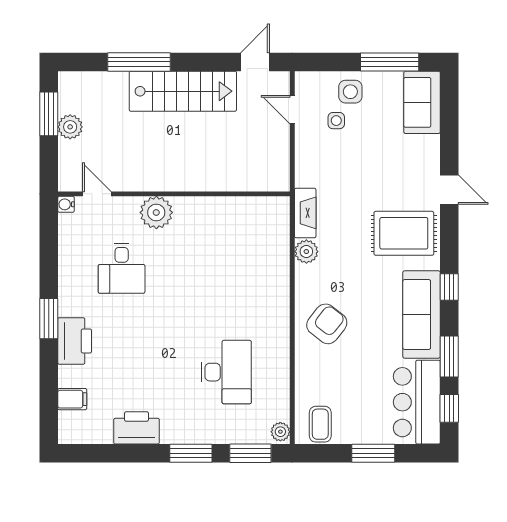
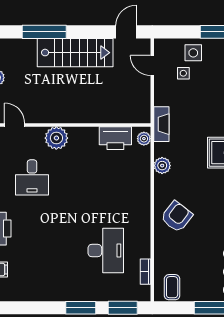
fireplace: (305, 213) -> (161, 124), moved
bookcase: (283, 402) -> (146, 272), added
printer: (137, 428) -> (115, 138), moved, turned 180
plant: (280, 432) -> (144, 139), moved

